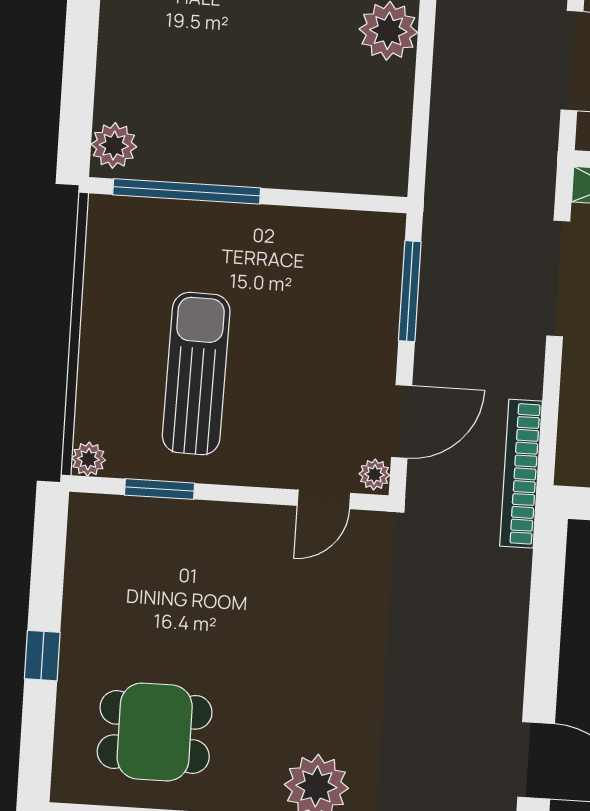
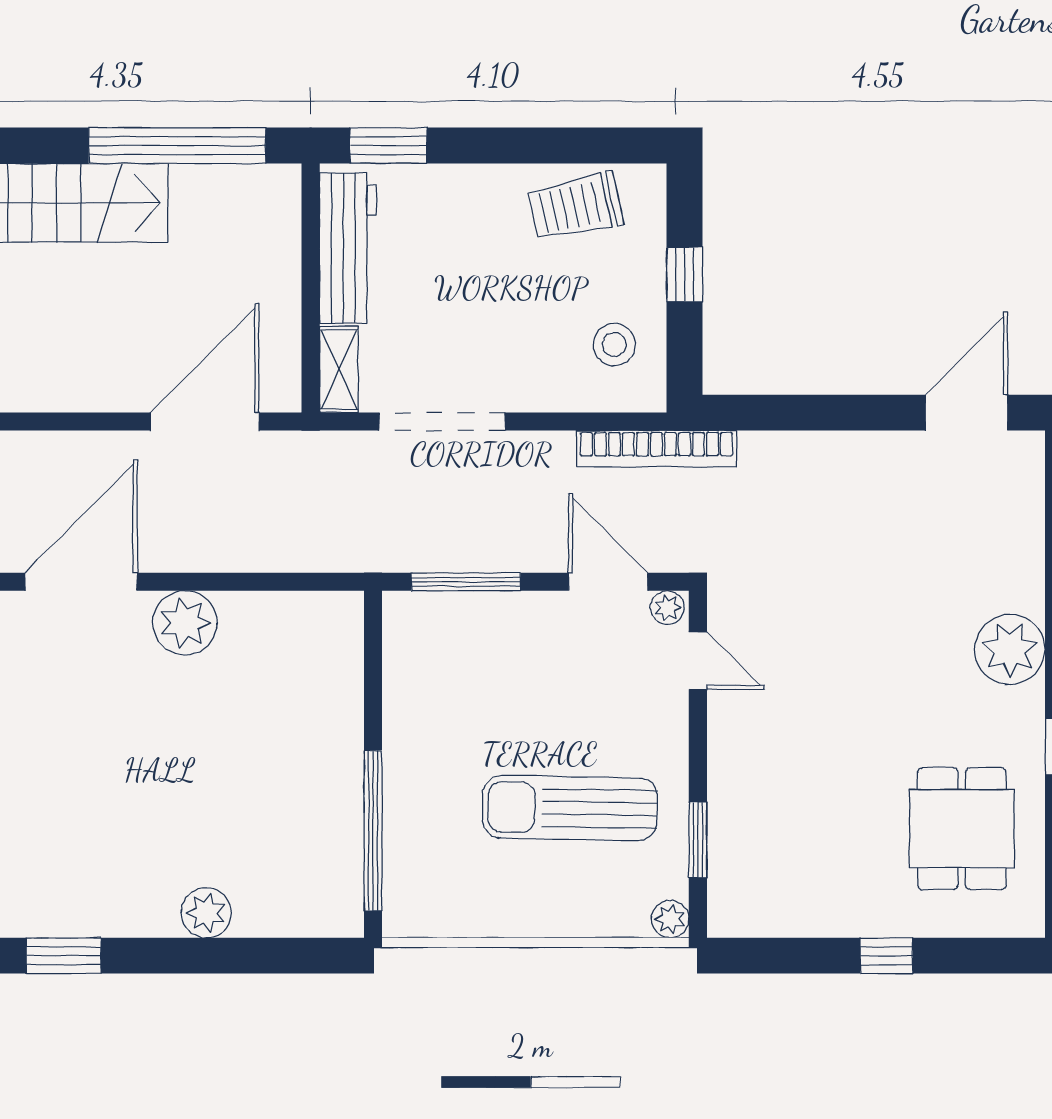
plant: (114, 145) -> (206, 913), moved

